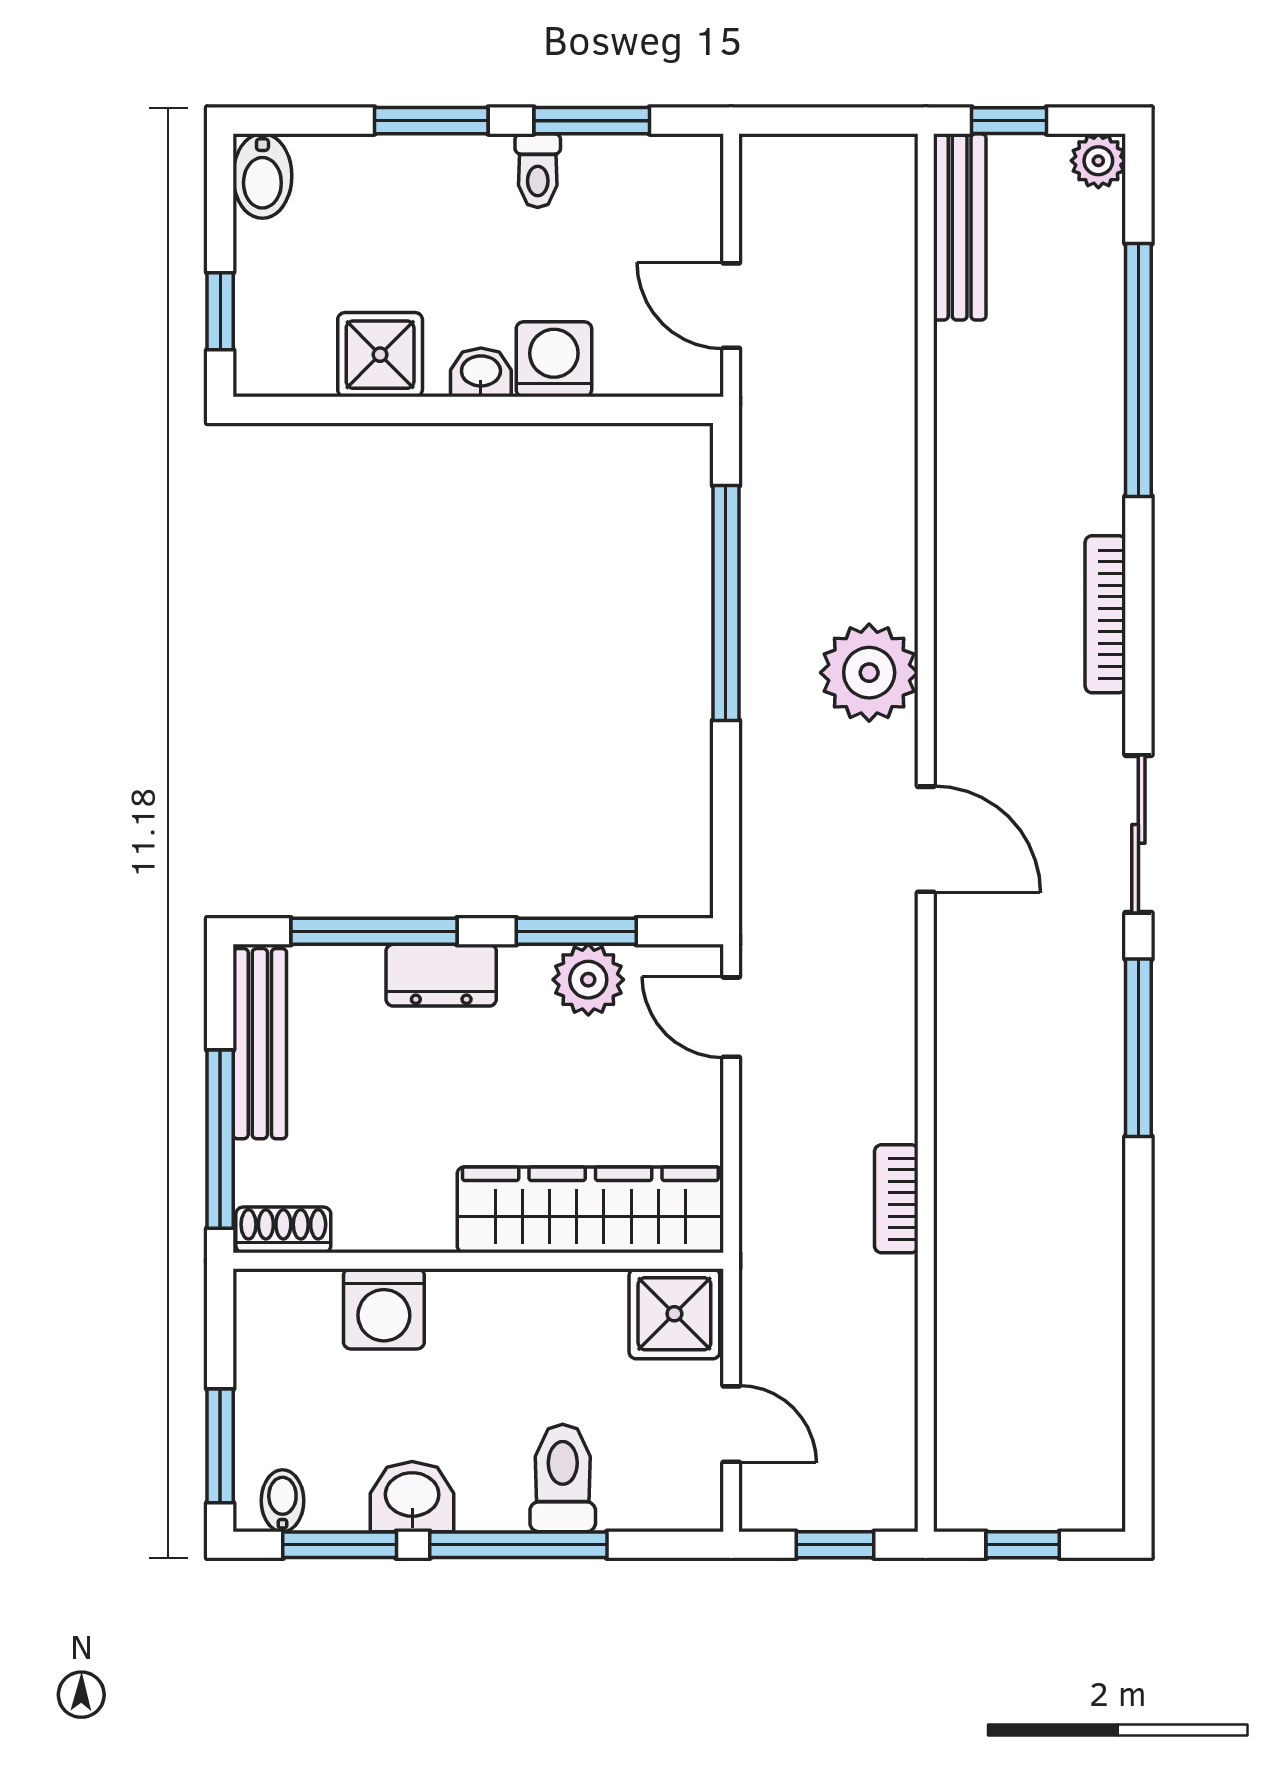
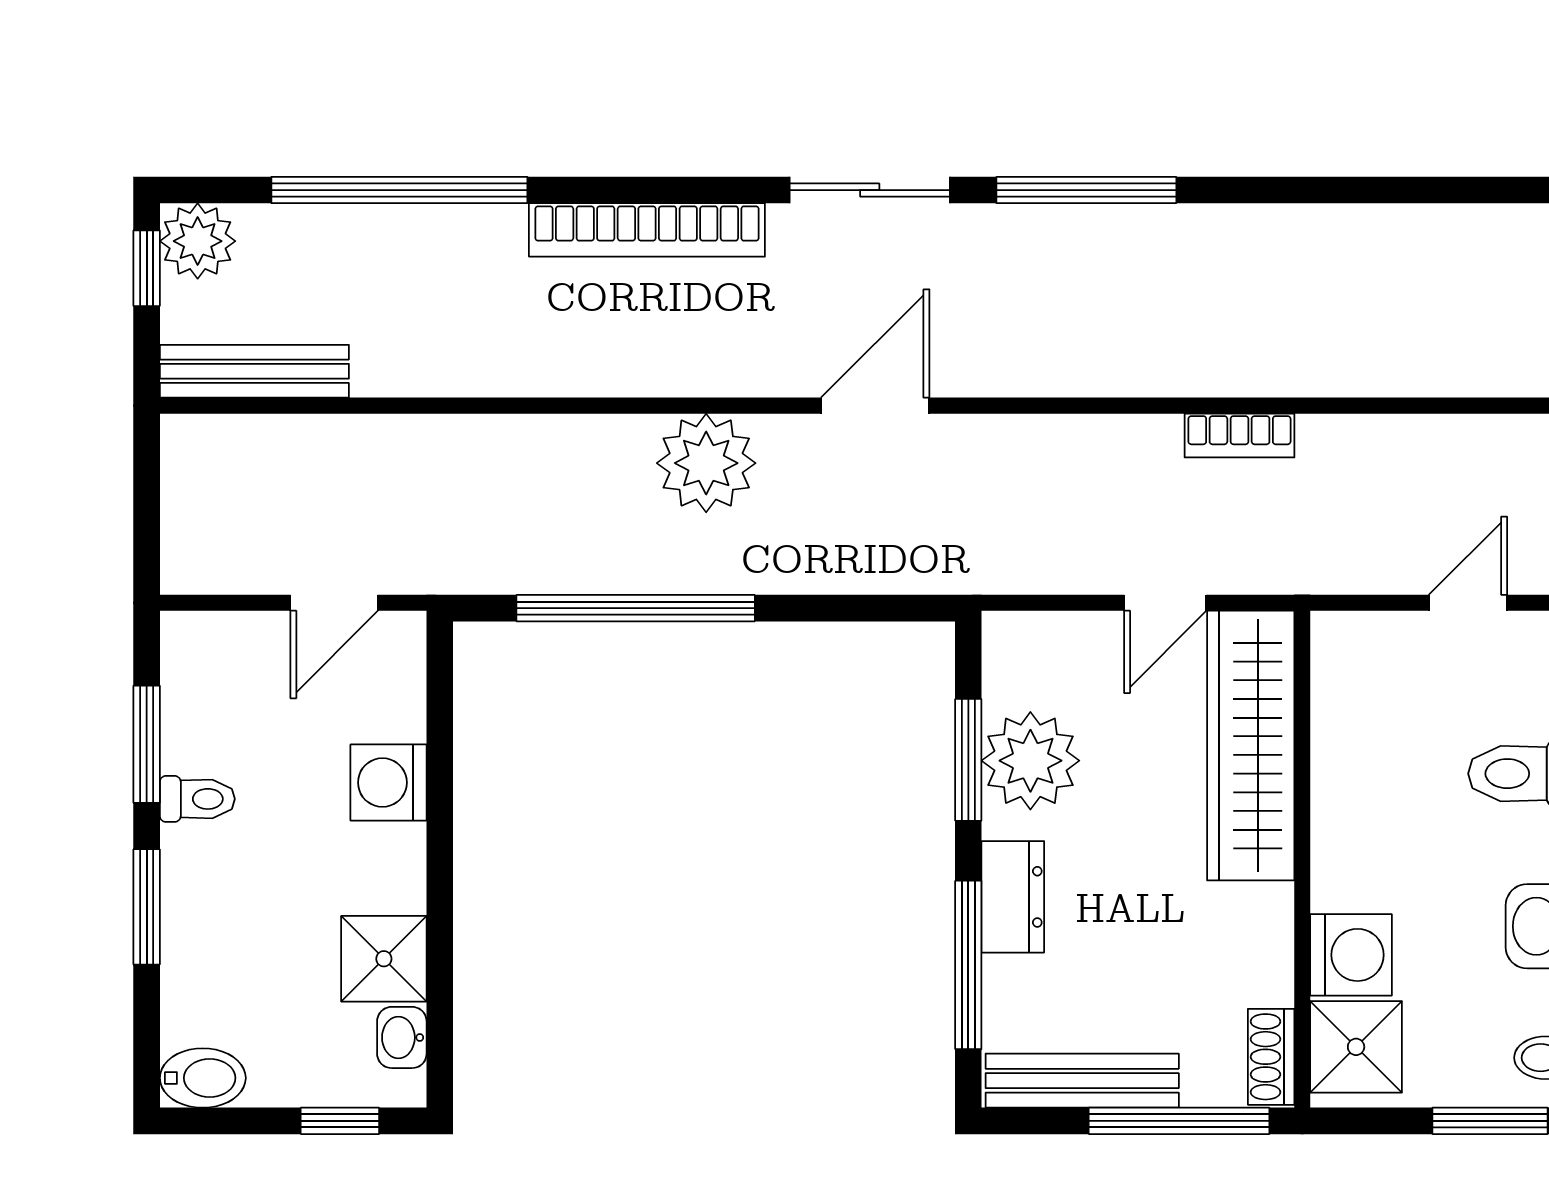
window: (1009, 121) -> (147, 268), moved
plant: (1098, 161) -> (198, 241), width x1.38, depth x1.38
washbasin: (481, 372) -> (402, 1037), moved
bookcase: (1105, 614) -> (647, 230), width x1.48, depth x1.31
plant: (588, 980) -> (1030, 761), width x1.36, depth x1.36
door: (731, 1017) -> (1165, 603), moved
shower: (674, 1314) -> (1356, 1047), moved

